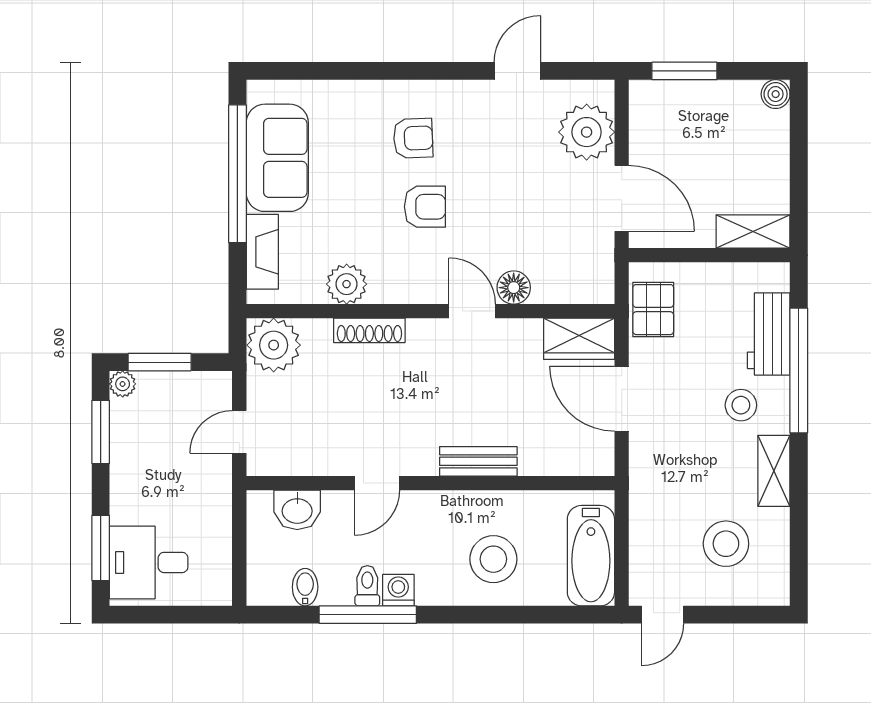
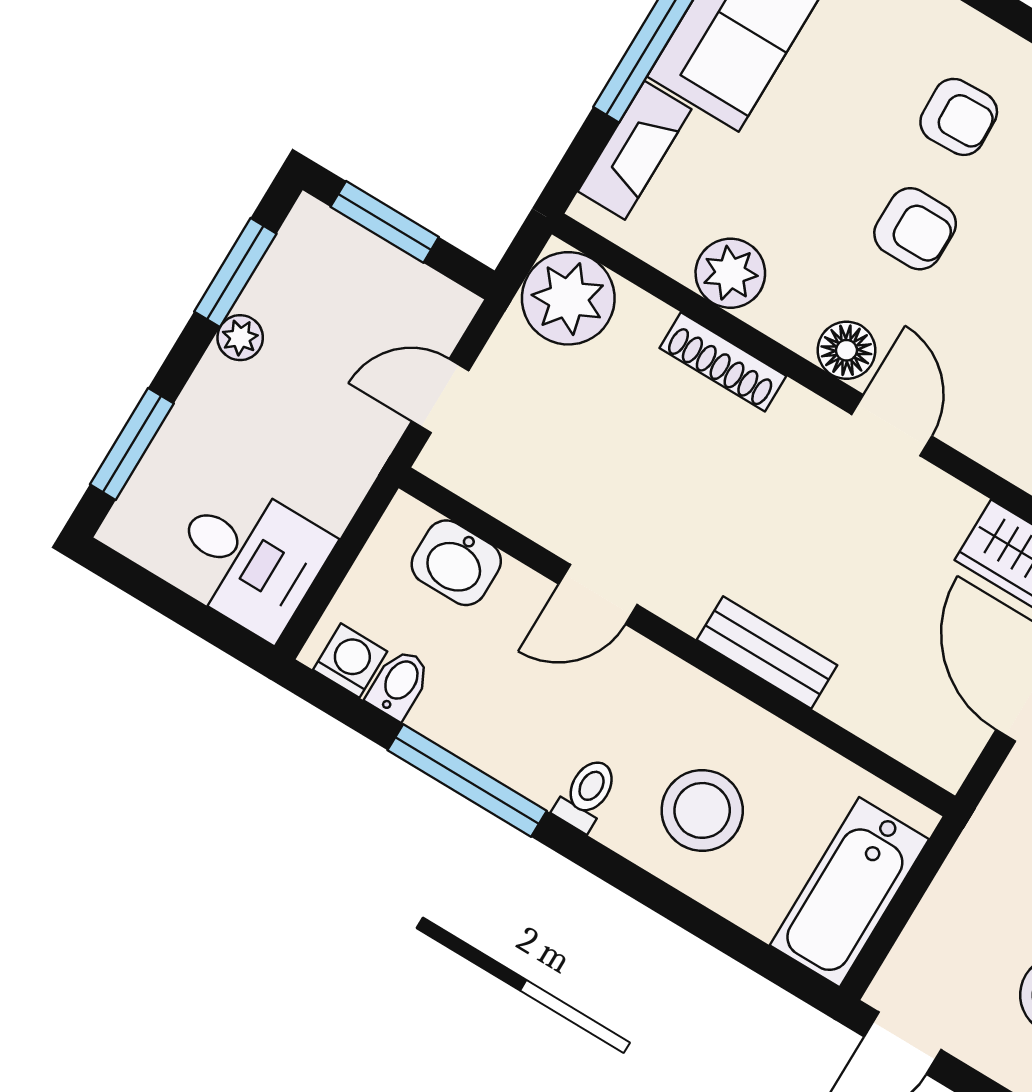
floor lamp: (514, 288) -> (846, 350), moved
plant: (123, 384) -> (240, 338), moved
desk: (149, 562) -> (249, 558), moved, turned 180
toilet: (367, 586) -> (586, 794), moved
washing machine: (398, 590) -> (350, 661), moved

